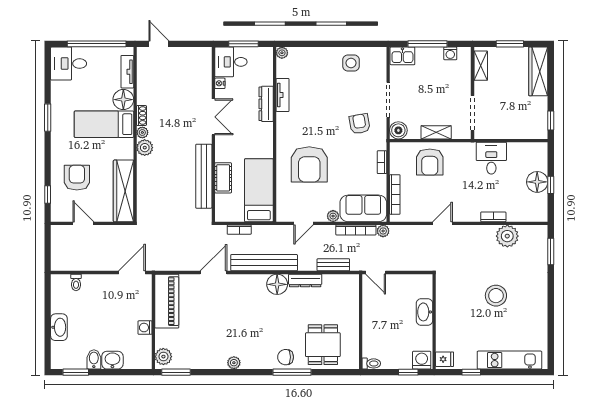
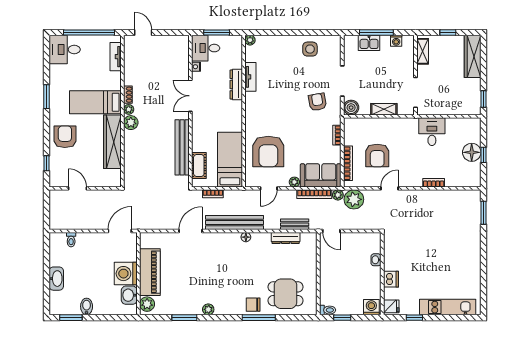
window: (510, 44) -> (448, 32), width x0.67
kitchen sink: (402, 56) -> (369, 43), moved
floor lamp: (123, 100) -> (112, 81), removed
double door: (213, 117) -> (190, 96), swing flipped
armchair: (430, 162) -> (377, 155), moved
armchair: (309, 164) -> (268, 151), moved
armchair: (77, 178) -> (65, 137), moved
cot: (223, 178) -> (199, 165), moved
wardrobe: (124, 191) -> (112, 142), moved
plant: (507, 236) -> (354, 199), moved
dresser: (305, 280) -> (286, 238), moved
floor lamp: (277, 284) -> (246, 237), width x0.53, depth x0.53
stool: (496, 296) -> (436, 251), removed
piano: (167, 301) -> (150, 272), moved
washbasin: (424, 312) -> (376, 260), width x0.52, depth x0.69
washing machine: (145, 328) -> (126, 274), width x1.89, depth x1.89
dishwasher: (444, 328) -> (391, 279), added
dining table: (323, 345) -> (286, 294), turned 90
washbasin: (112, 360) -> (129, 295), moved, turned -90
window: (176, 372) -> (184, 318), moved
window: (408, 372) -> (342, 318), moved

